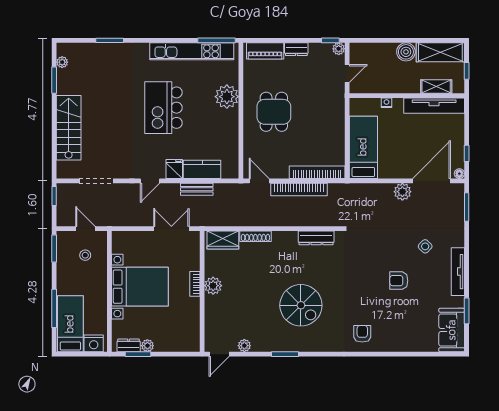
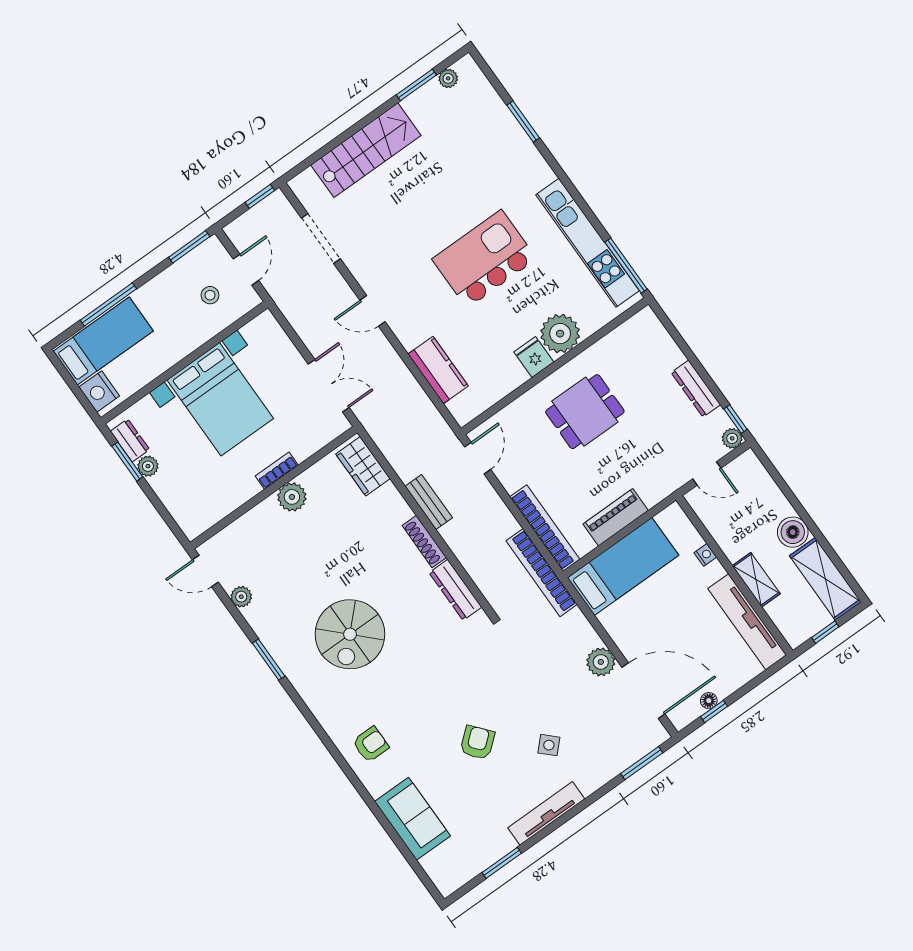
dresser: (296, 49) -> (696, 389), width x1.44
piano: (265, 51) -> (616, 517), moved, turned 90
shelving: (436, 87) -> (756, 580), moved
fridge: (174, 169) -> (534, 357), moved, turned -90
floor lamp: (459, 174) -> (709, 701), moved
bench: (197, 189) -> (429, 502), moved
bookcase: (299, 189) -> (542, 573), moved
shoe rack: (255, 236) -> (424, 542), moved
armchair: (399, 281) -> (477, 743), turned 50
sofa: (452, 330) -> (412, 819), moved, turned 90

